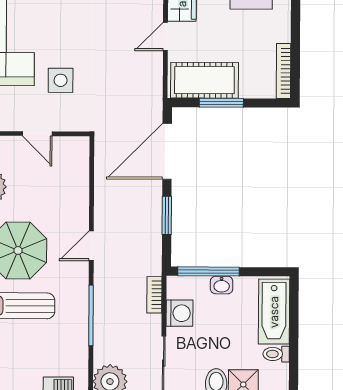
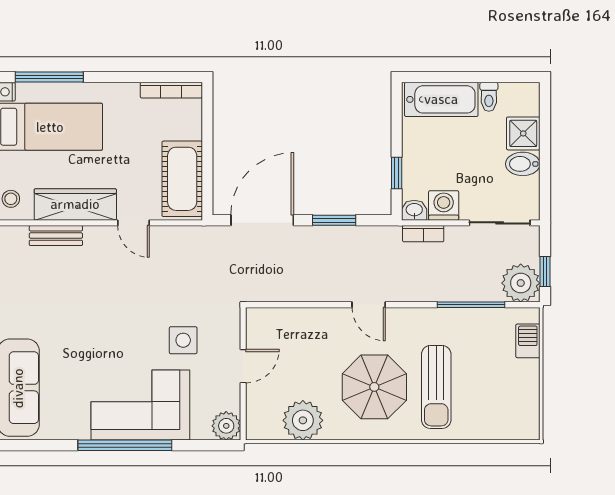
window: (221, 103) -> (207, 160), removed
door: (167, 151) -> (262, 220), swing flipped
window: (209, 271) -> (397, 173), width x0.46
washbasin: (222, 285) -> (414, 210), moved, turned -90
window: (91, 315) -> (471, 305), moved

